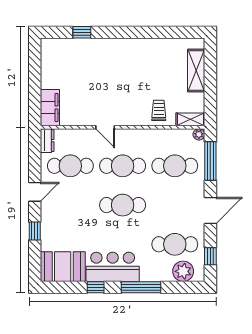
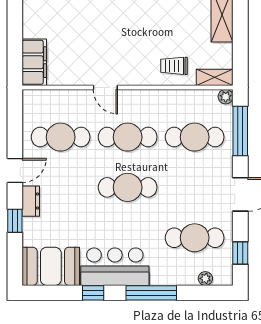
trolley: (159, 110) -> (174, 66), turned -90
dresser: (47, 141) -> (31, 201), moved
plant: (183, 271) -> (205, 278), width x0.53, depth x0.53

